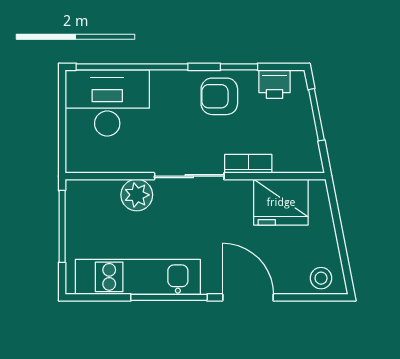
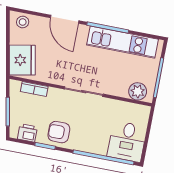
armchair: (219, 96) -> (59, 132), turned 180
desk: (107, 103) -> (127, 142), width x0.73
bookcase: (248, 164) -> (34, 89), moved
plant: (137, 195) -> (138, 91), moved
fridge: (281, 202) -> (22, 60), moved, turned 79

